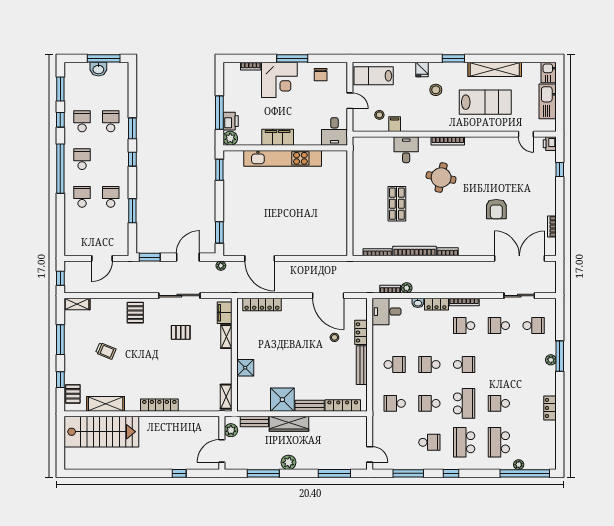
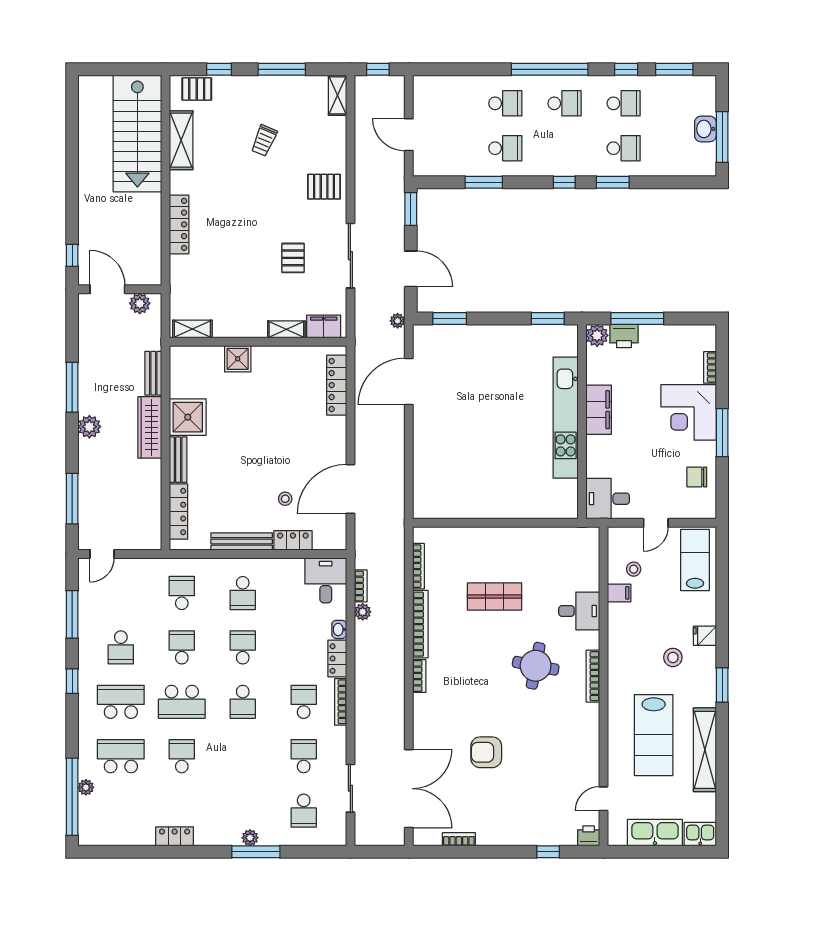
plant: (231, 430) -> (140, 303), moved
wall: (222, 443) -> (120, 289), moved
door: (222, 451) -> (107, 289), moved

